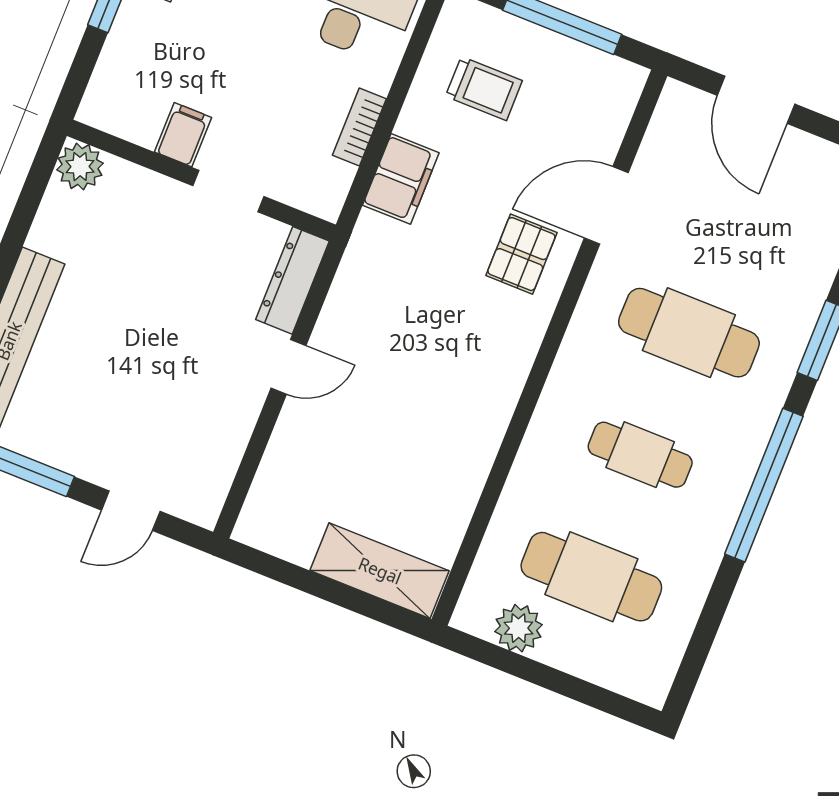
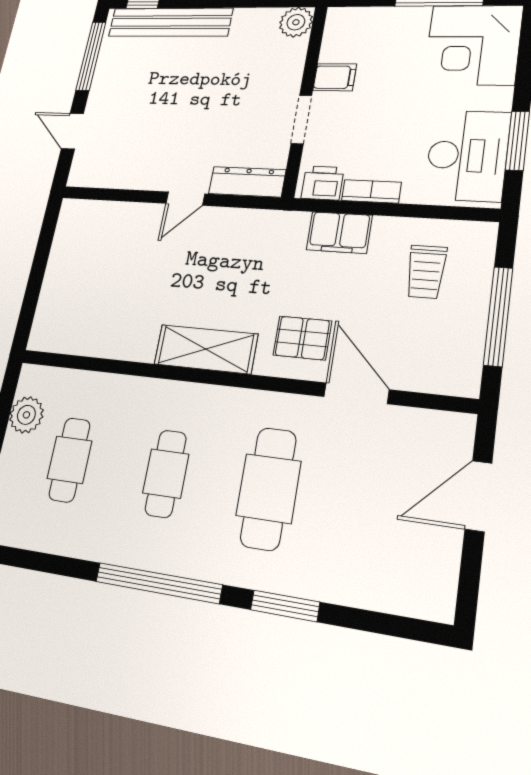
printer: (327, 184) -> (323, 183), added
door: (289, 367) -> (185, 199), hinge flipped
shelving: (380, 571) -> (206, 349), moved, turned 90
cafe table: (591, 577) -> (70, 460), width x0.73, depth x0.74

